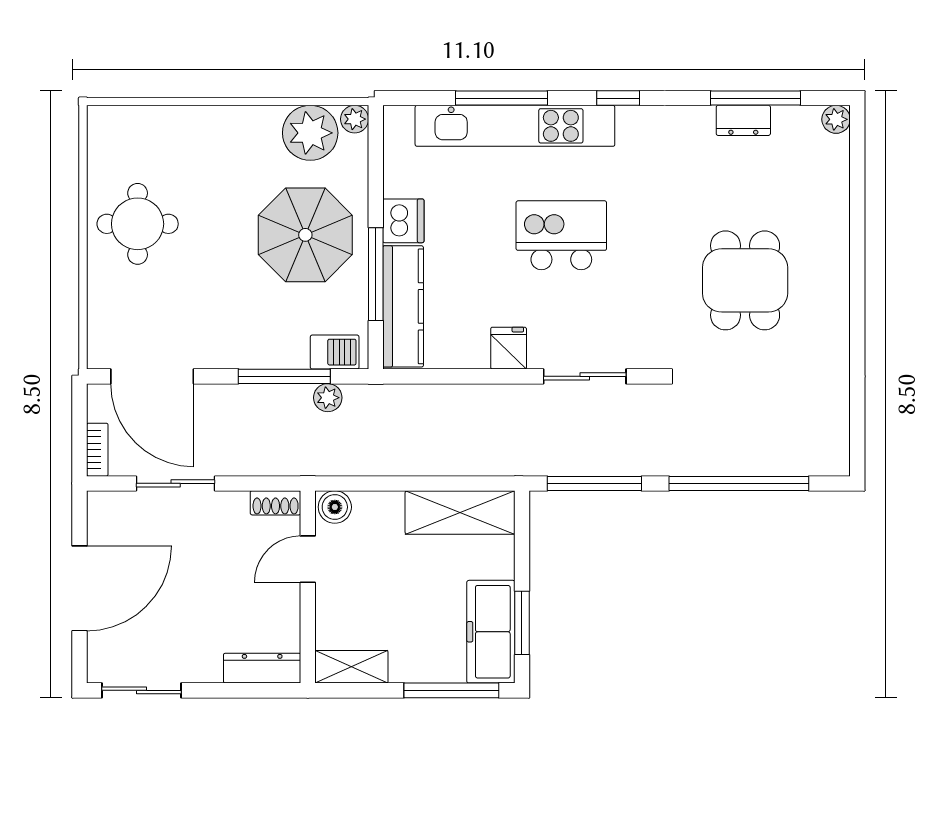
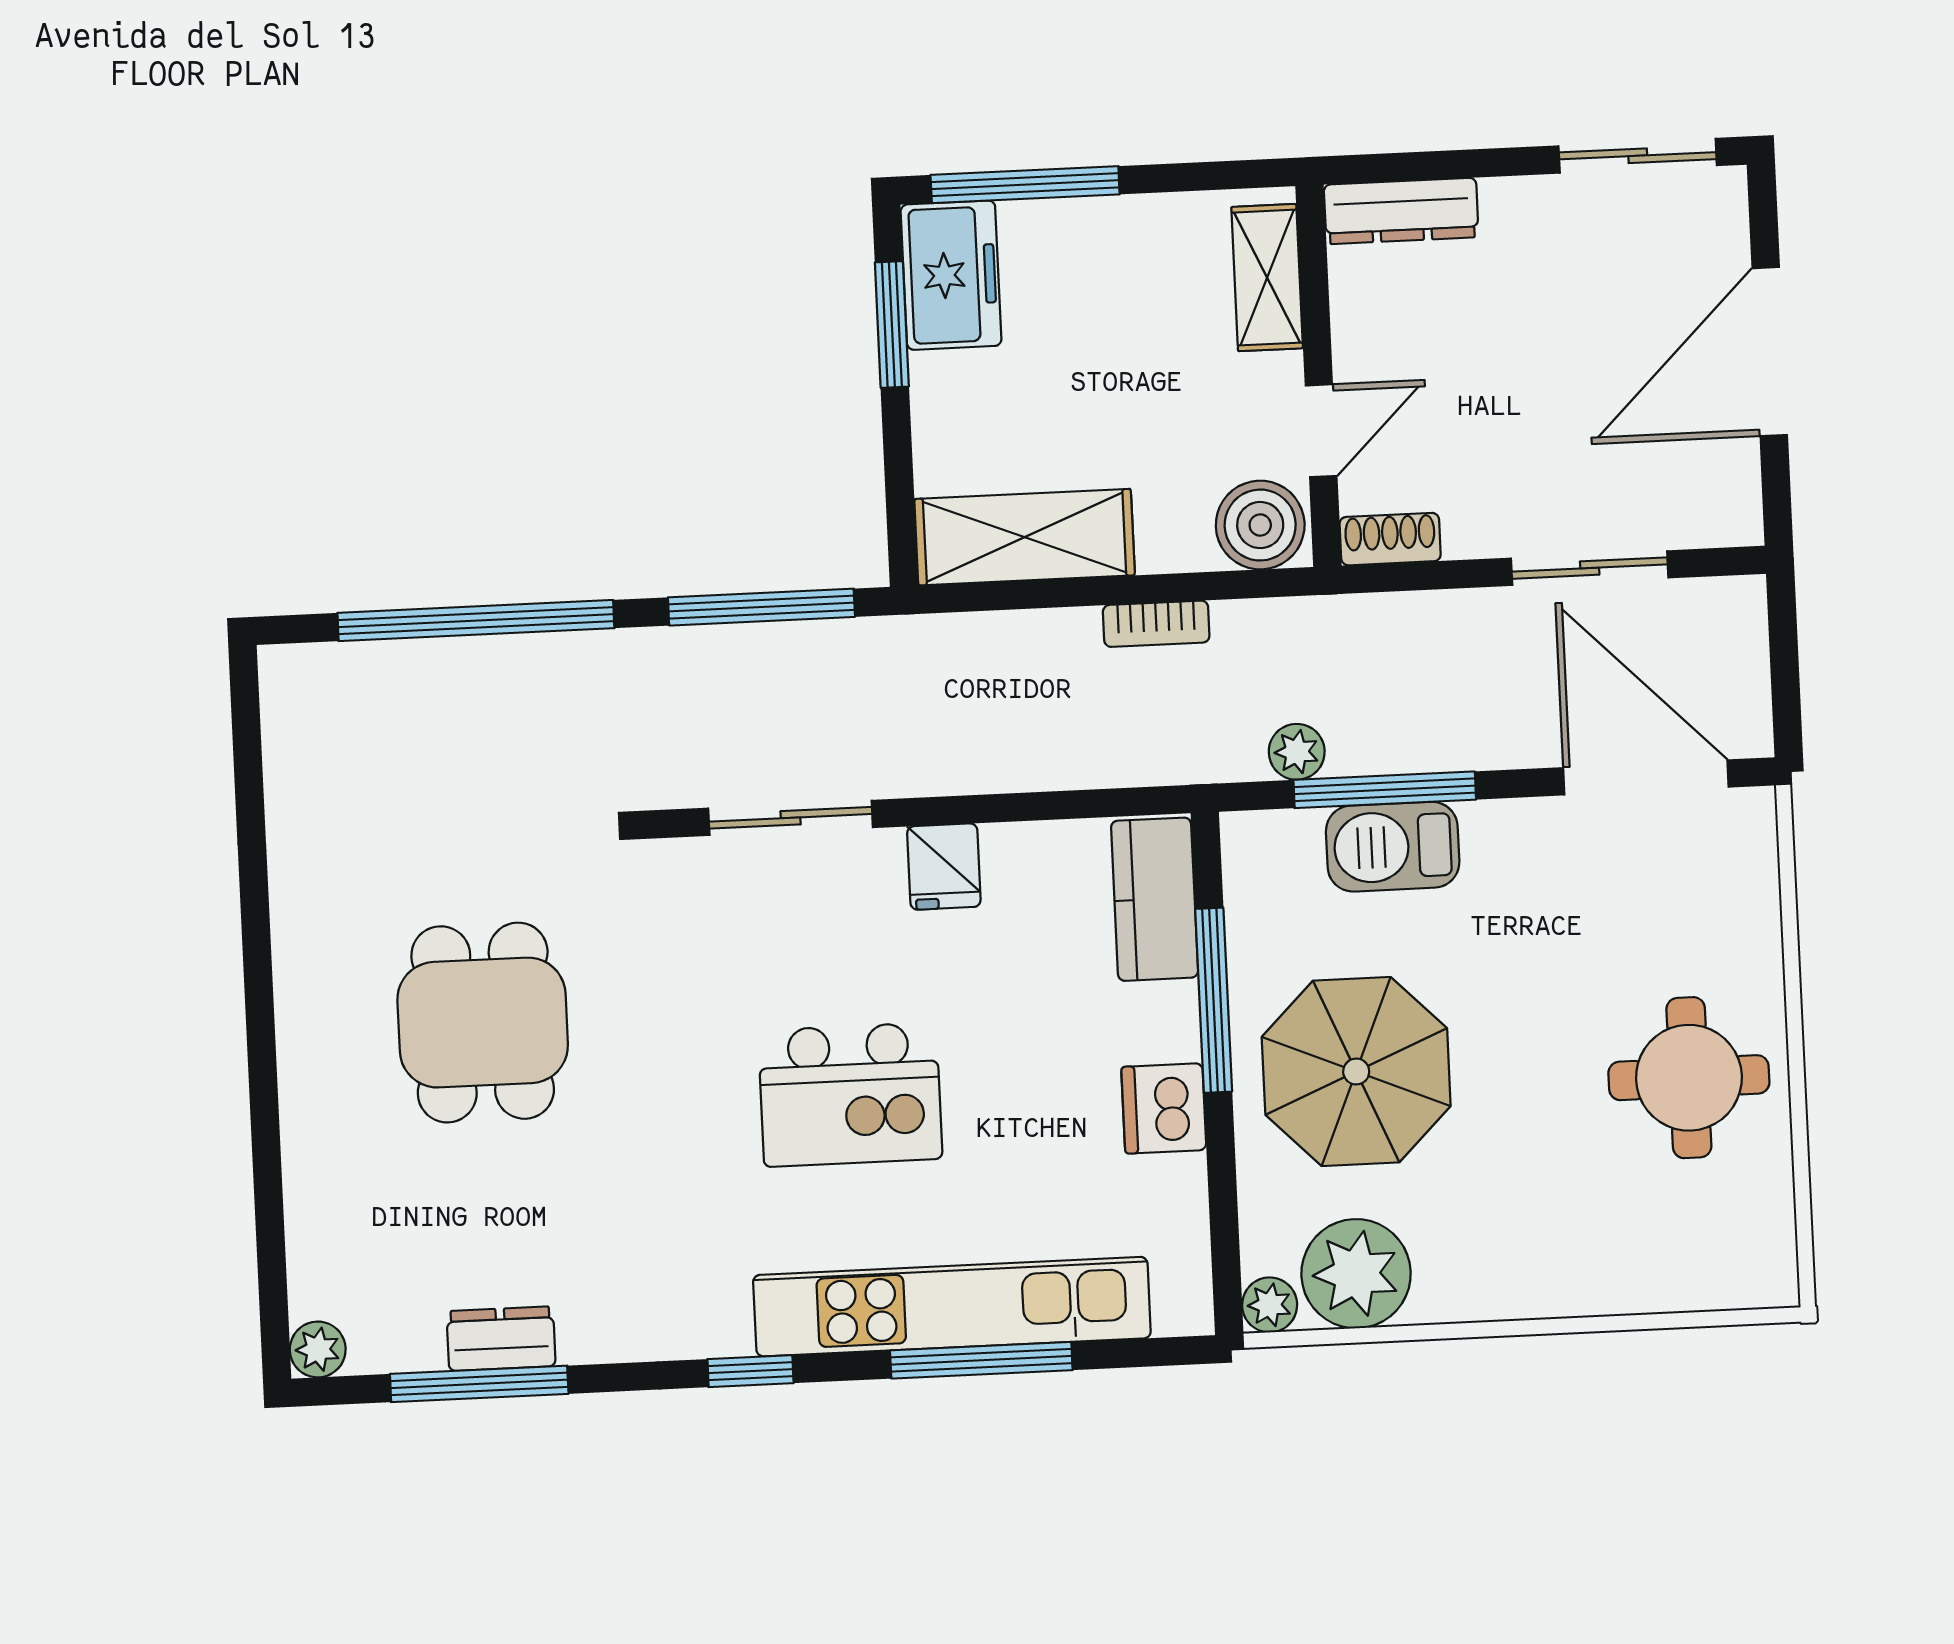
kitchen counter: (403, 306) -> (1155, 899), width x0.67
barbecue: (335, 352) -> (1393, 847), moved, width x1.38, depth x1.27
bookcase: (97, 450) -> (1156, 624), moved, turned -90
boiler: (335, 507) -> (1260, 525), width x1.36, depth x1.36
freezer: (491, 632) -> (951, 275), width x0.71
shelving: (351, 667) -> (1267, 278), moved, turned 90

